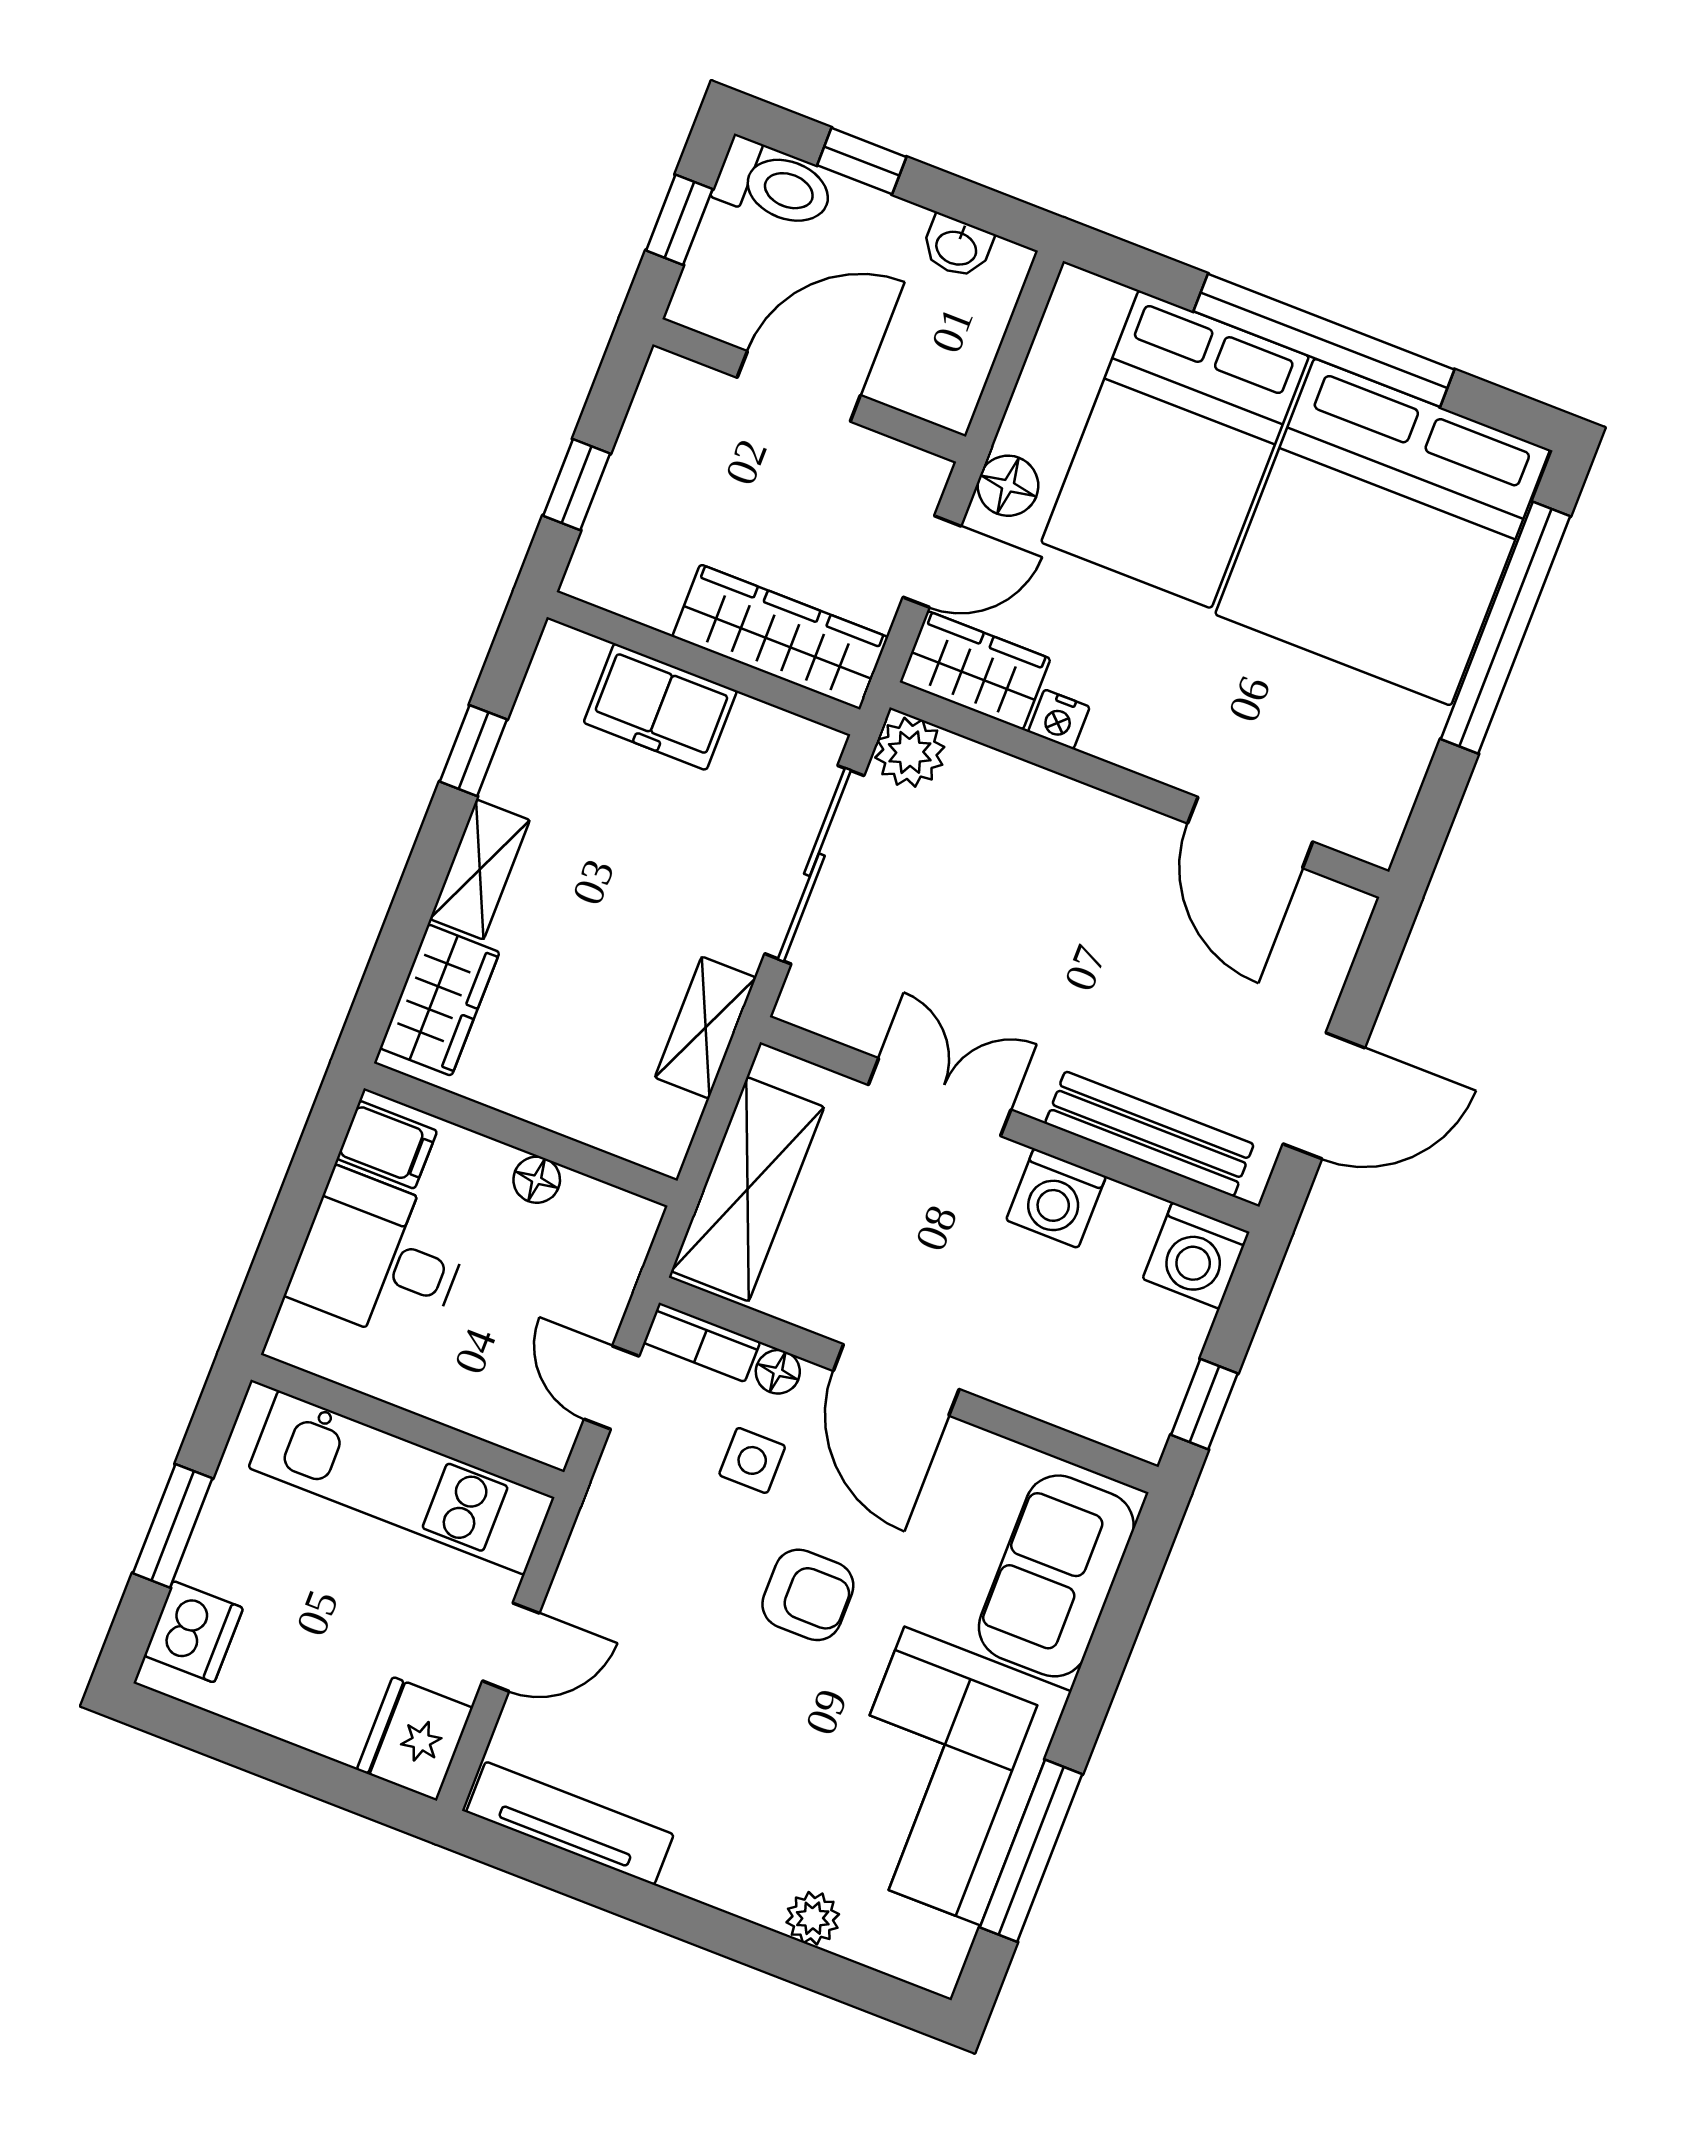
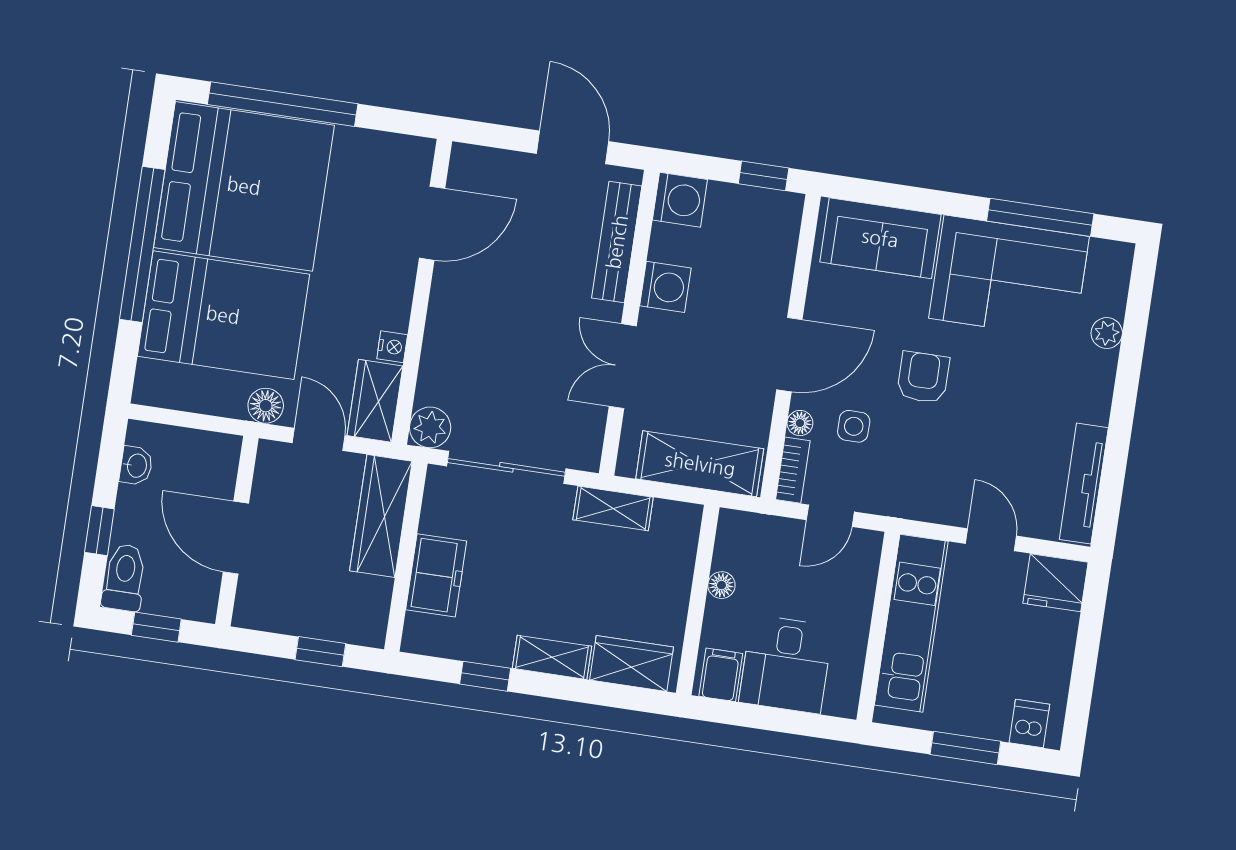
dishwasher: (194, 1632) -> (1029, 723), width x0.73

